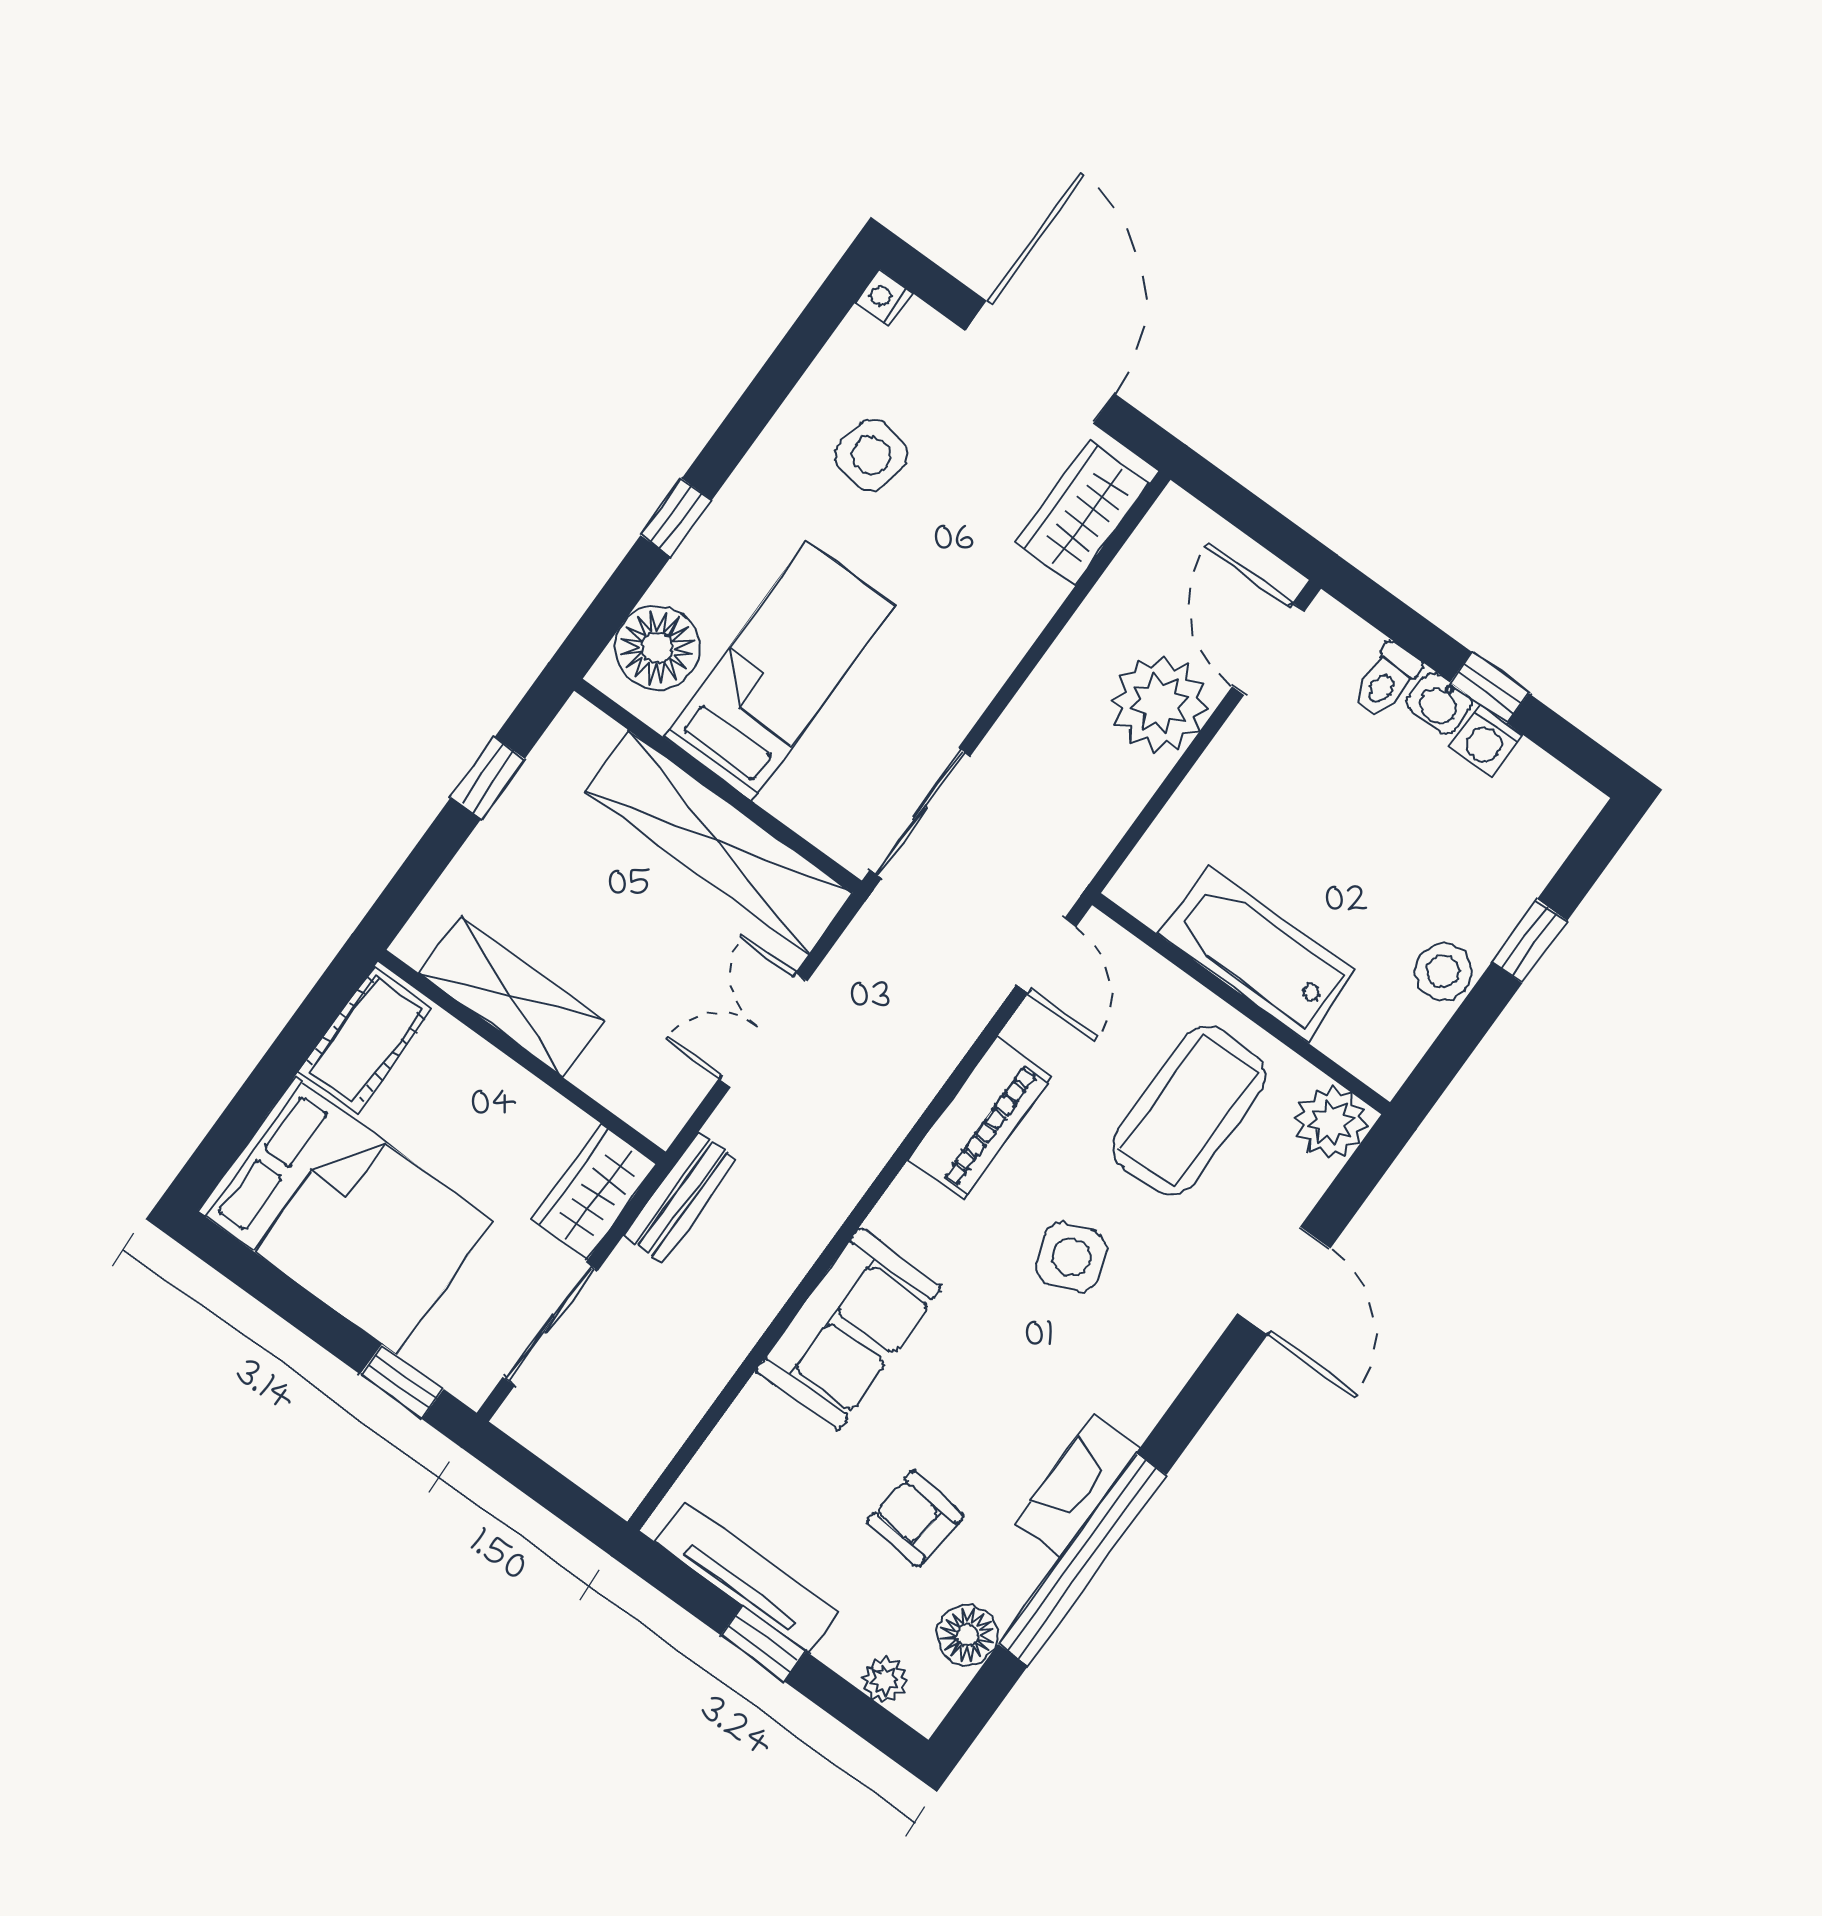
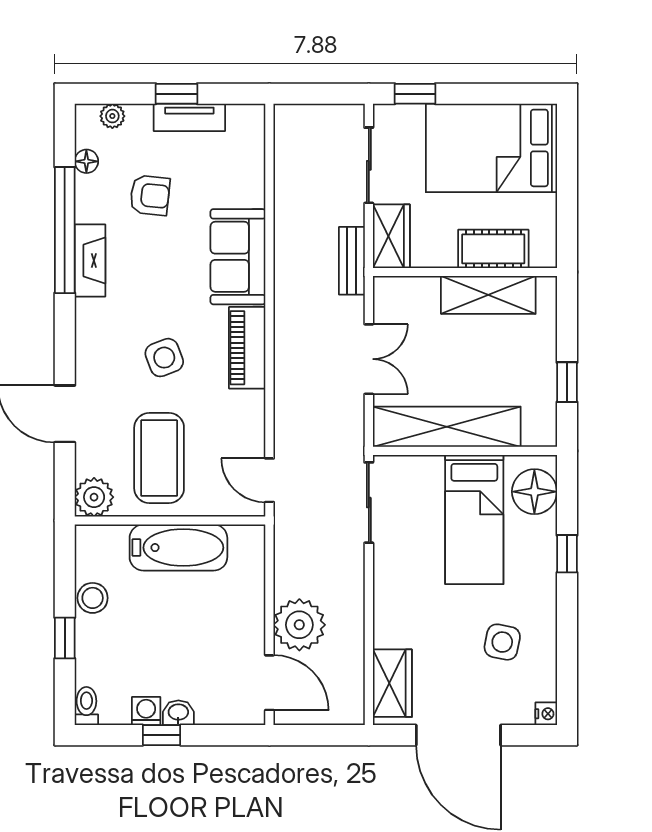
toilet: (1387, 681) -> (86, 706), moved
cot: (365, 1040) -> (493, 249), moved, turned 90
piano: (980, 1118) -> (247, 348), moved
tv unit: (747, 1577) -> (189, 117), width x0.71
floor lamp: (967, 1635) -> (86, 161), width x0.73, depth x0.73

